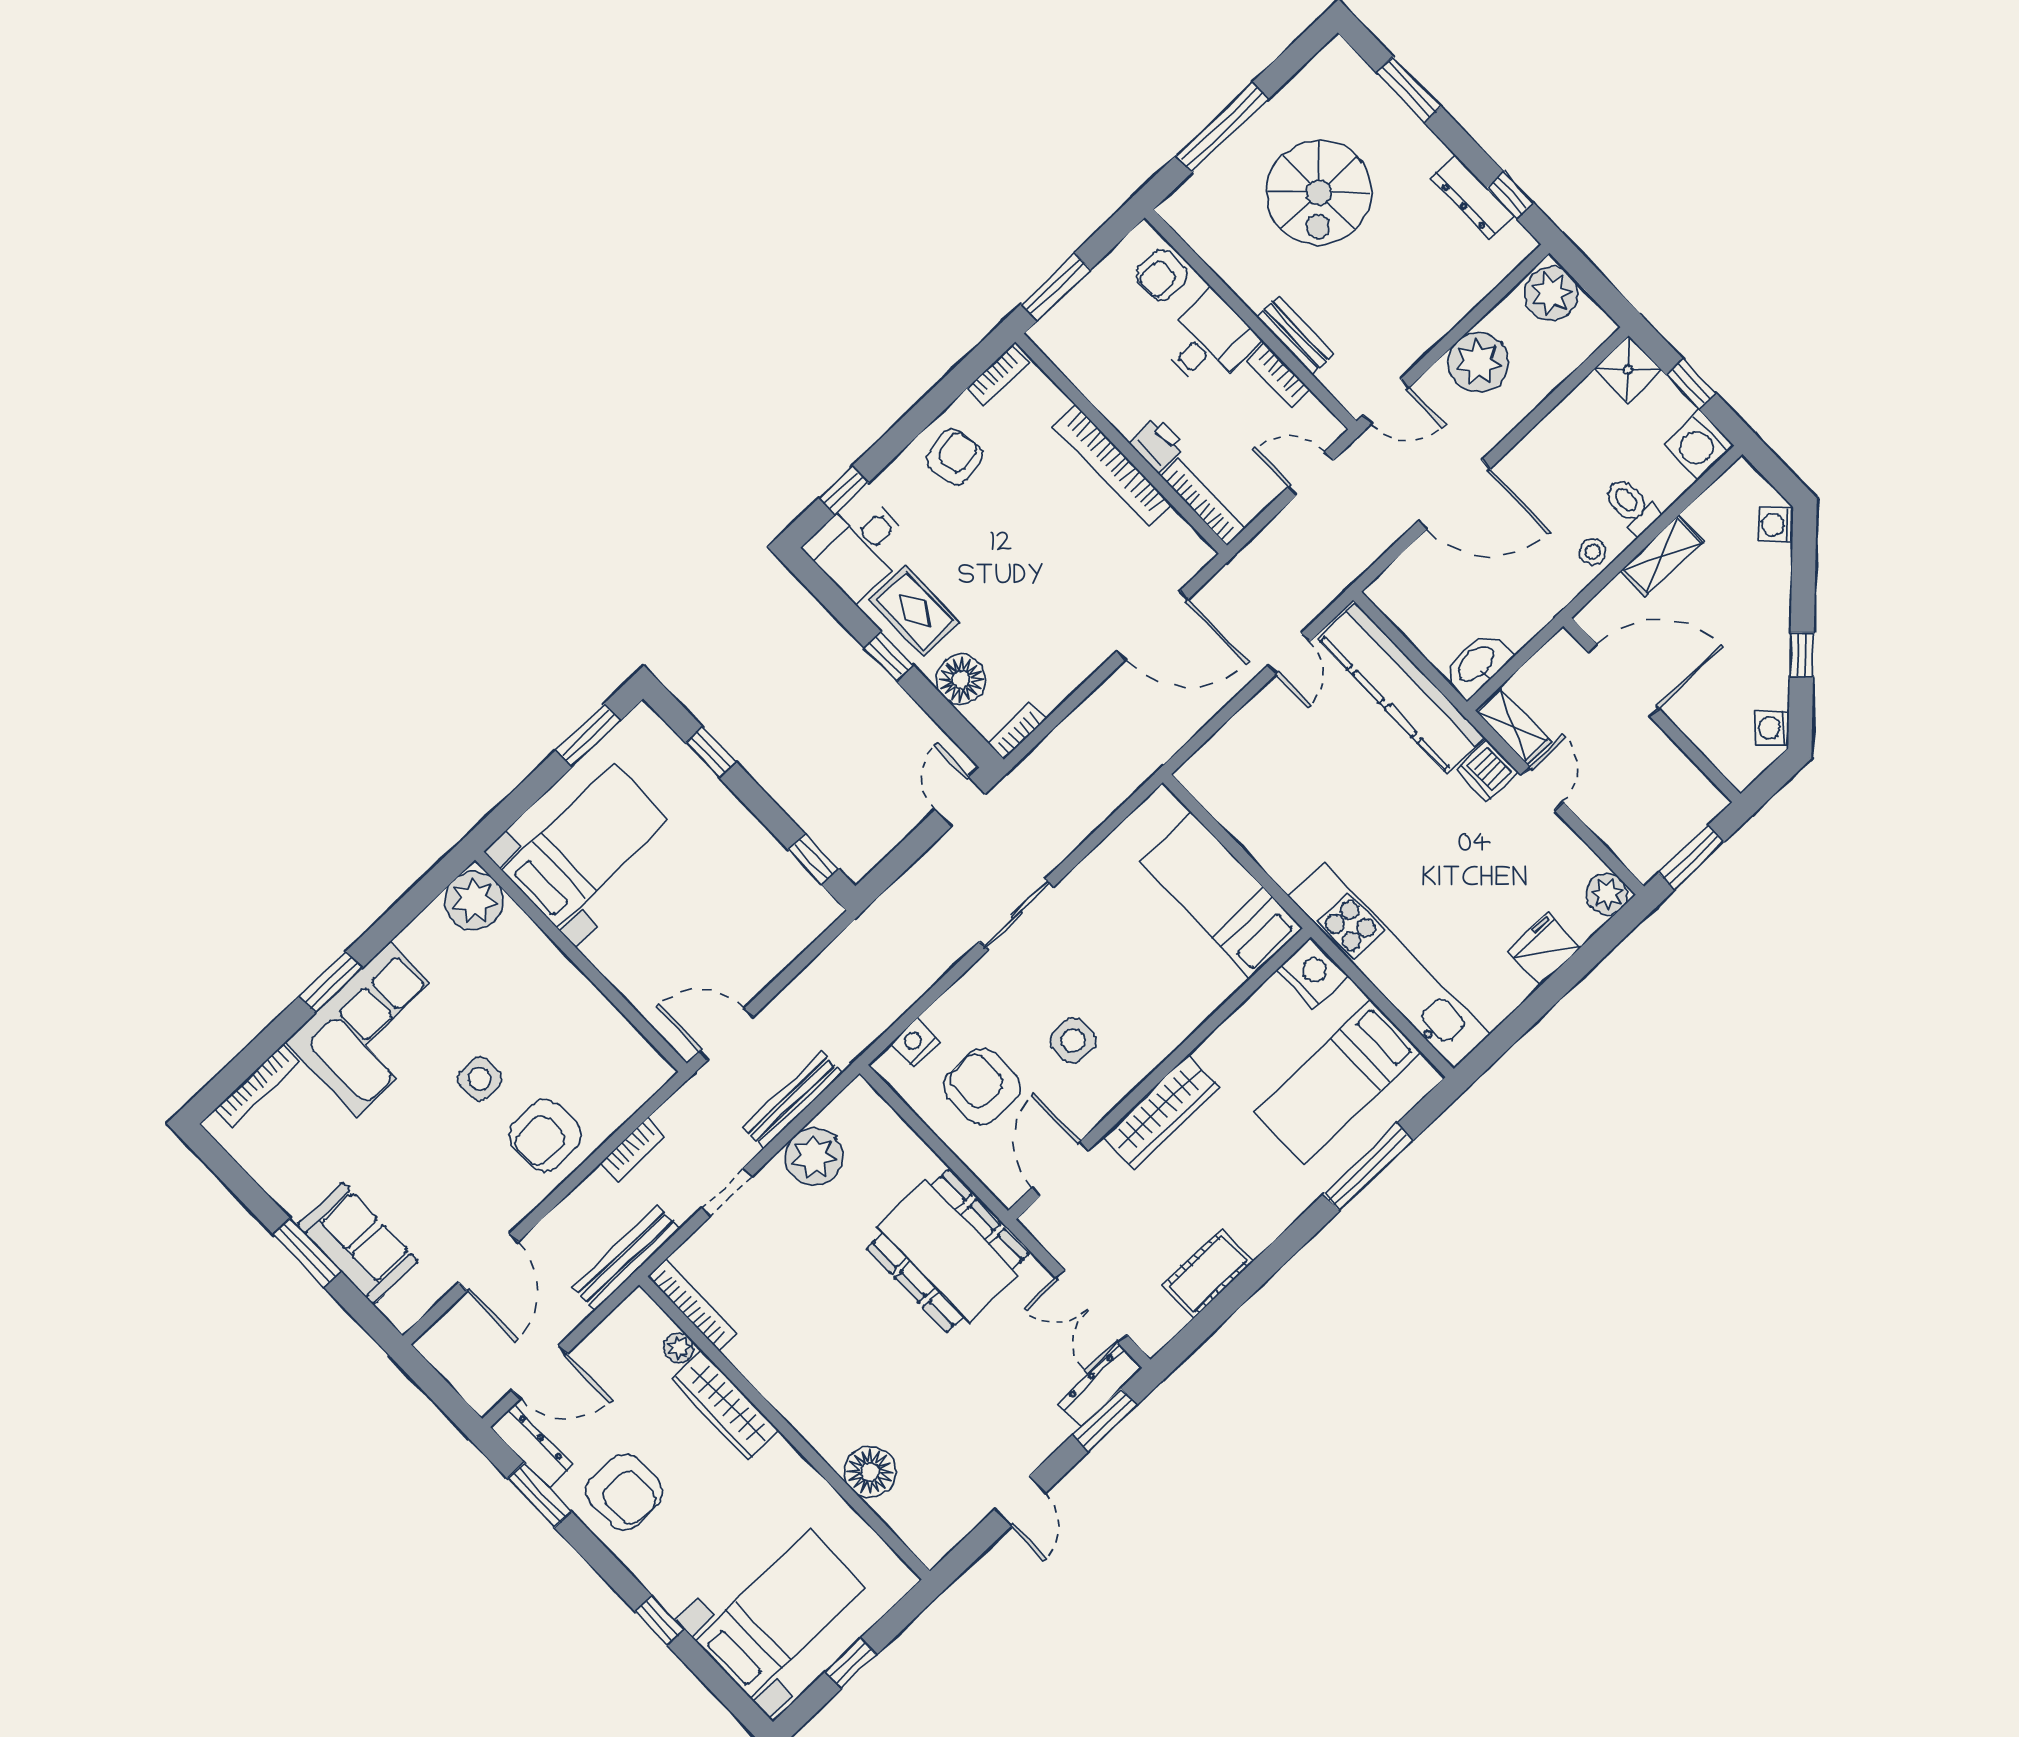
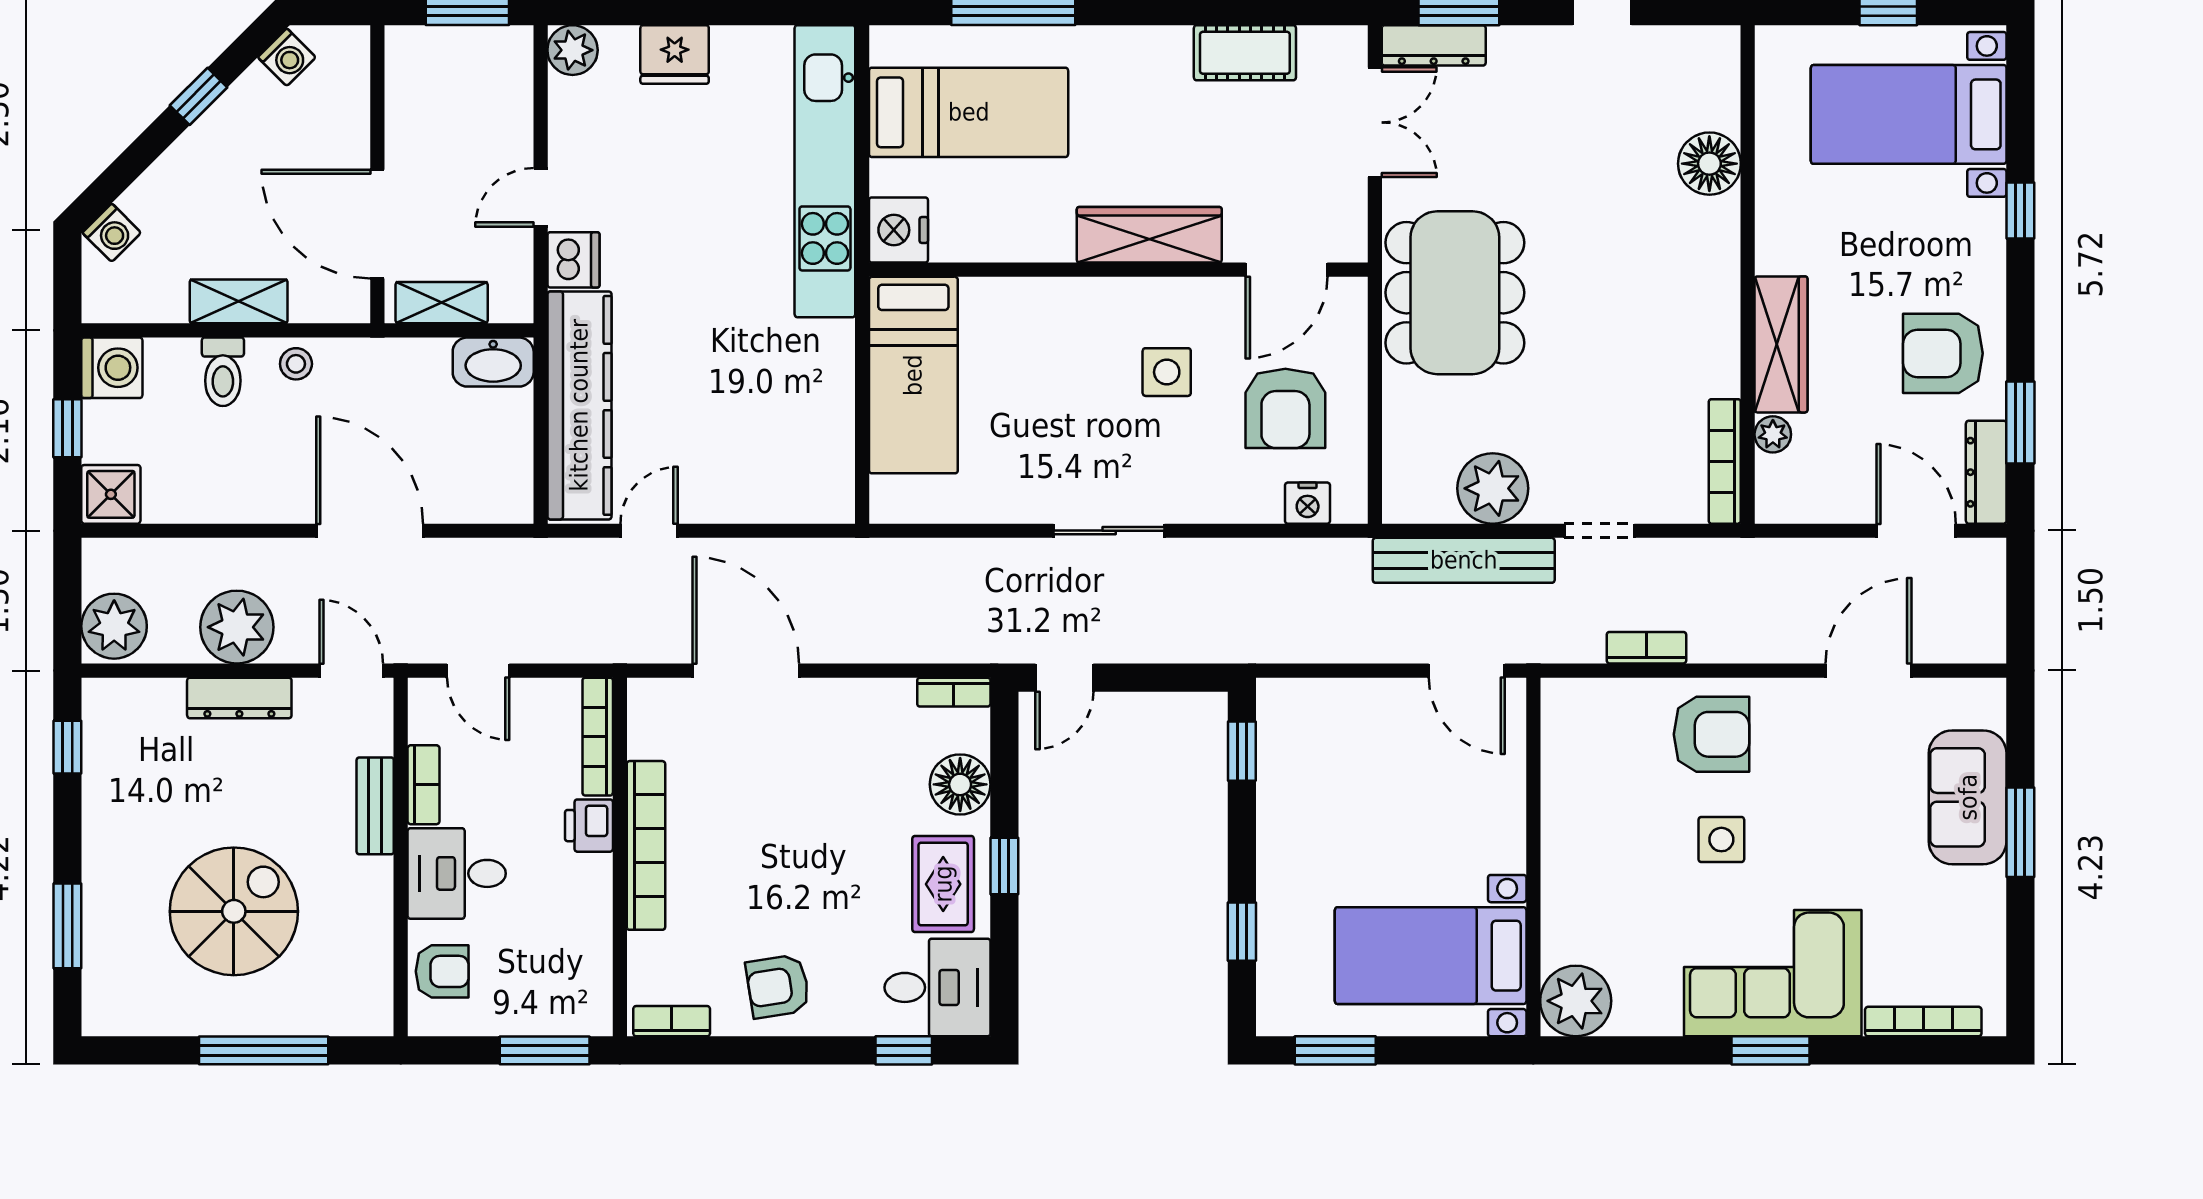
dresser: (1473, 197) -> (239, 698), moved, turned 90
shelving: (1513, 726) -> (442, 303), moved, turned 90
bench: (793, 1100) -> (1464, 560), width x1.37, depth x1.21
bench: (626, 1258) -> (1744, 558), removed
armchair: (624, 1492) -> (1943, 353), turned -90

